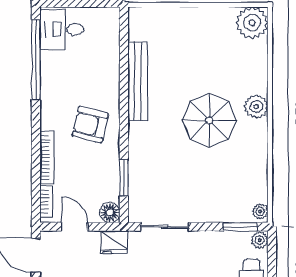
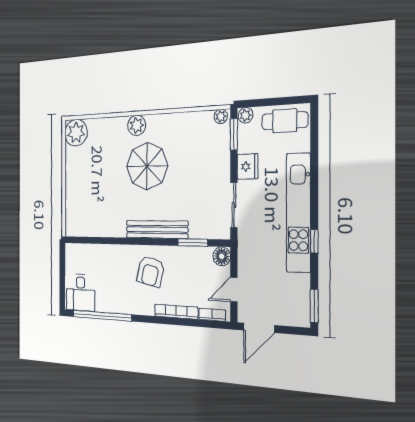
bench: (138, 81) -> (157, 229), moved
fridge: (114, 242) -> (247, 166), moved

